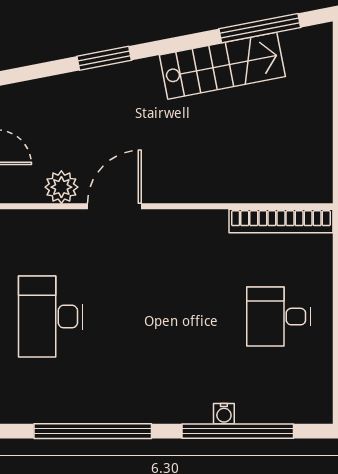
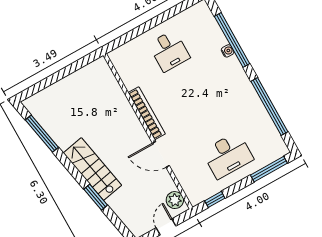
stairs: (222, 66) -> (92, 169), moved
plant: (61, 187) -> (175, 200), moved
bookcase: (281, 221) -> (147, 113), moved

